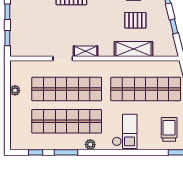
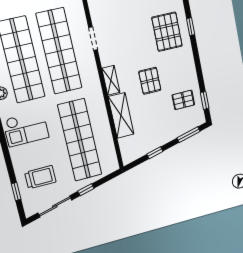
pallet: (135, 20) -> (150, 81), moved
shelving: (86, 51) -> (111, 80), moved

